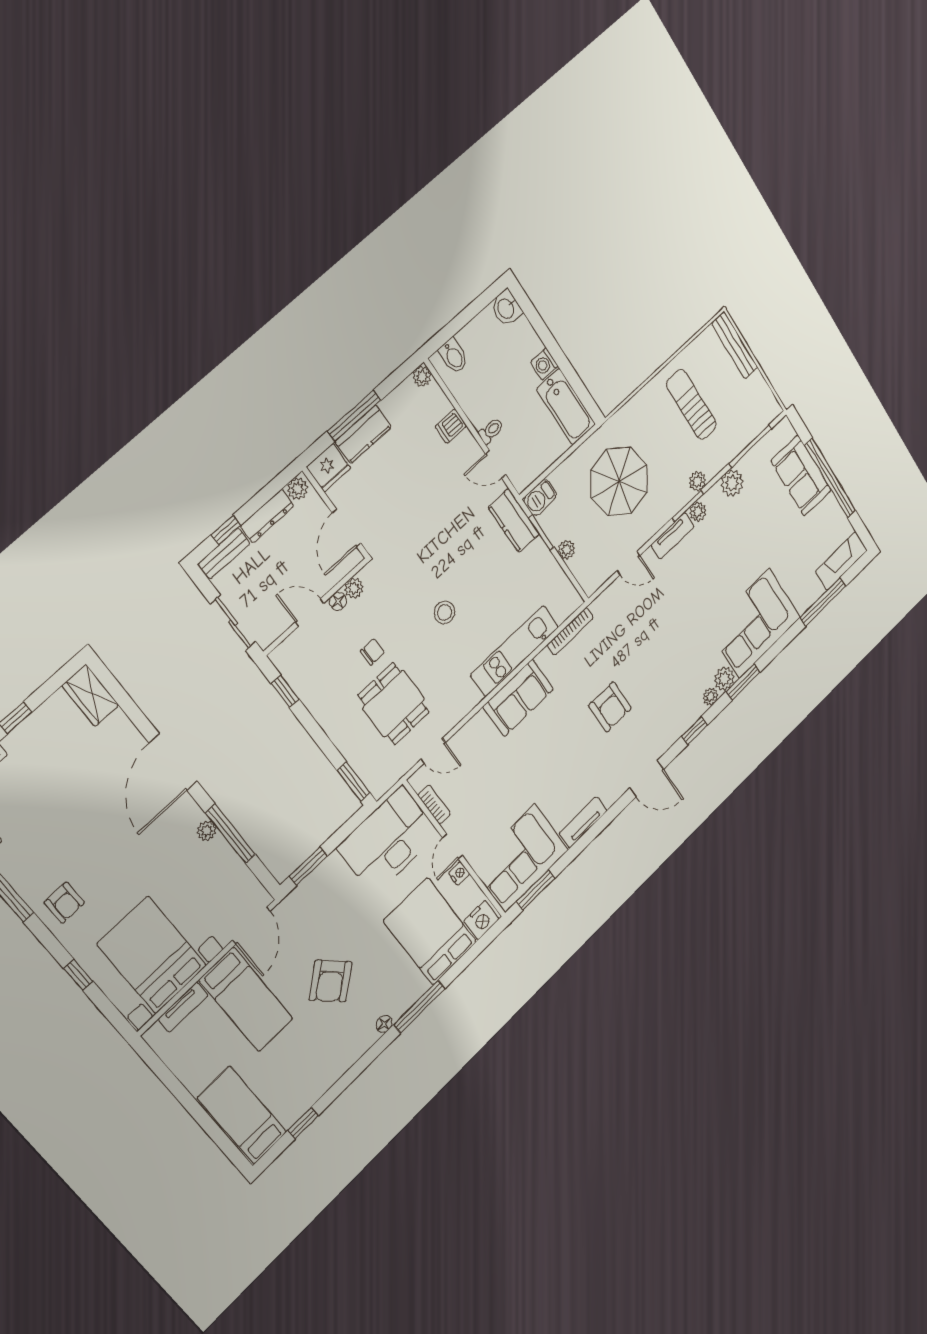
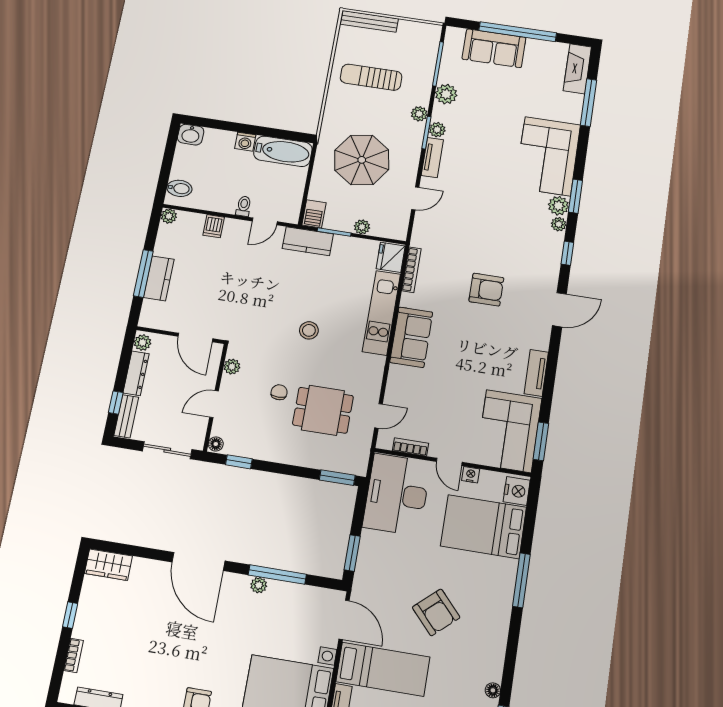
fridge: (328, 467) -> (391, 257), moved, turned 180
floor lamp: (338, 601) -> (216, 444), moved
floor lamp: (384, 1024) -> (493, 690), moved

